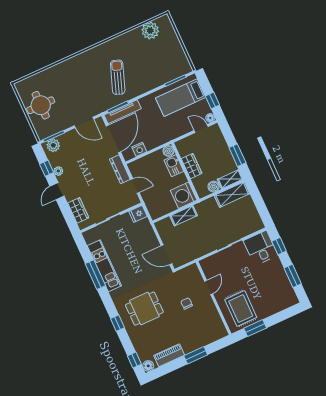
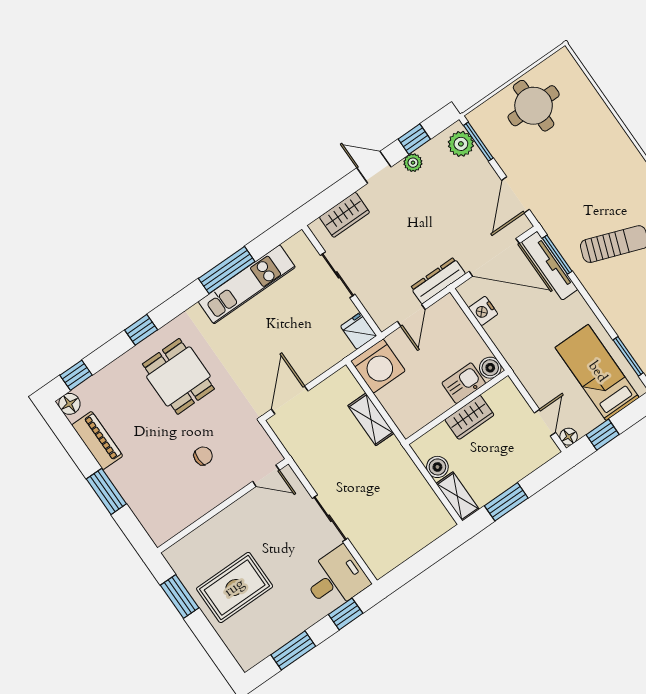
washing machine: (184, 195) -> (378, 366), moved, turned 180
shelving: (232, 195) -> (429, 505), removed
door: (209, 287) -> (266, 476), moved
rug: (241, 309) -> (235, 588), moved

